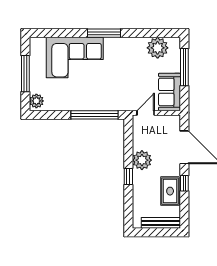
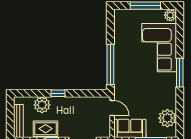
plant: (36, 101) -> (170, 15), moved
plant: (142, 160) -> (42, 105), moved

